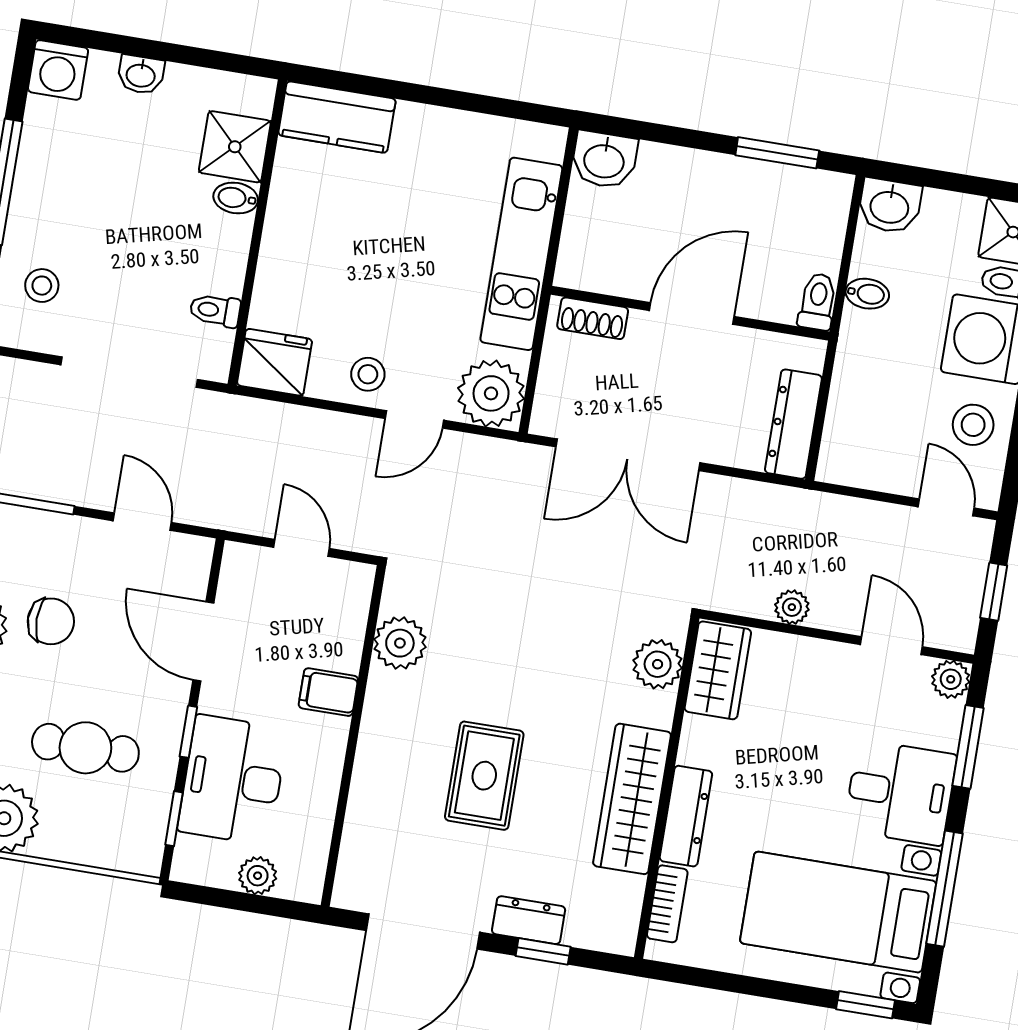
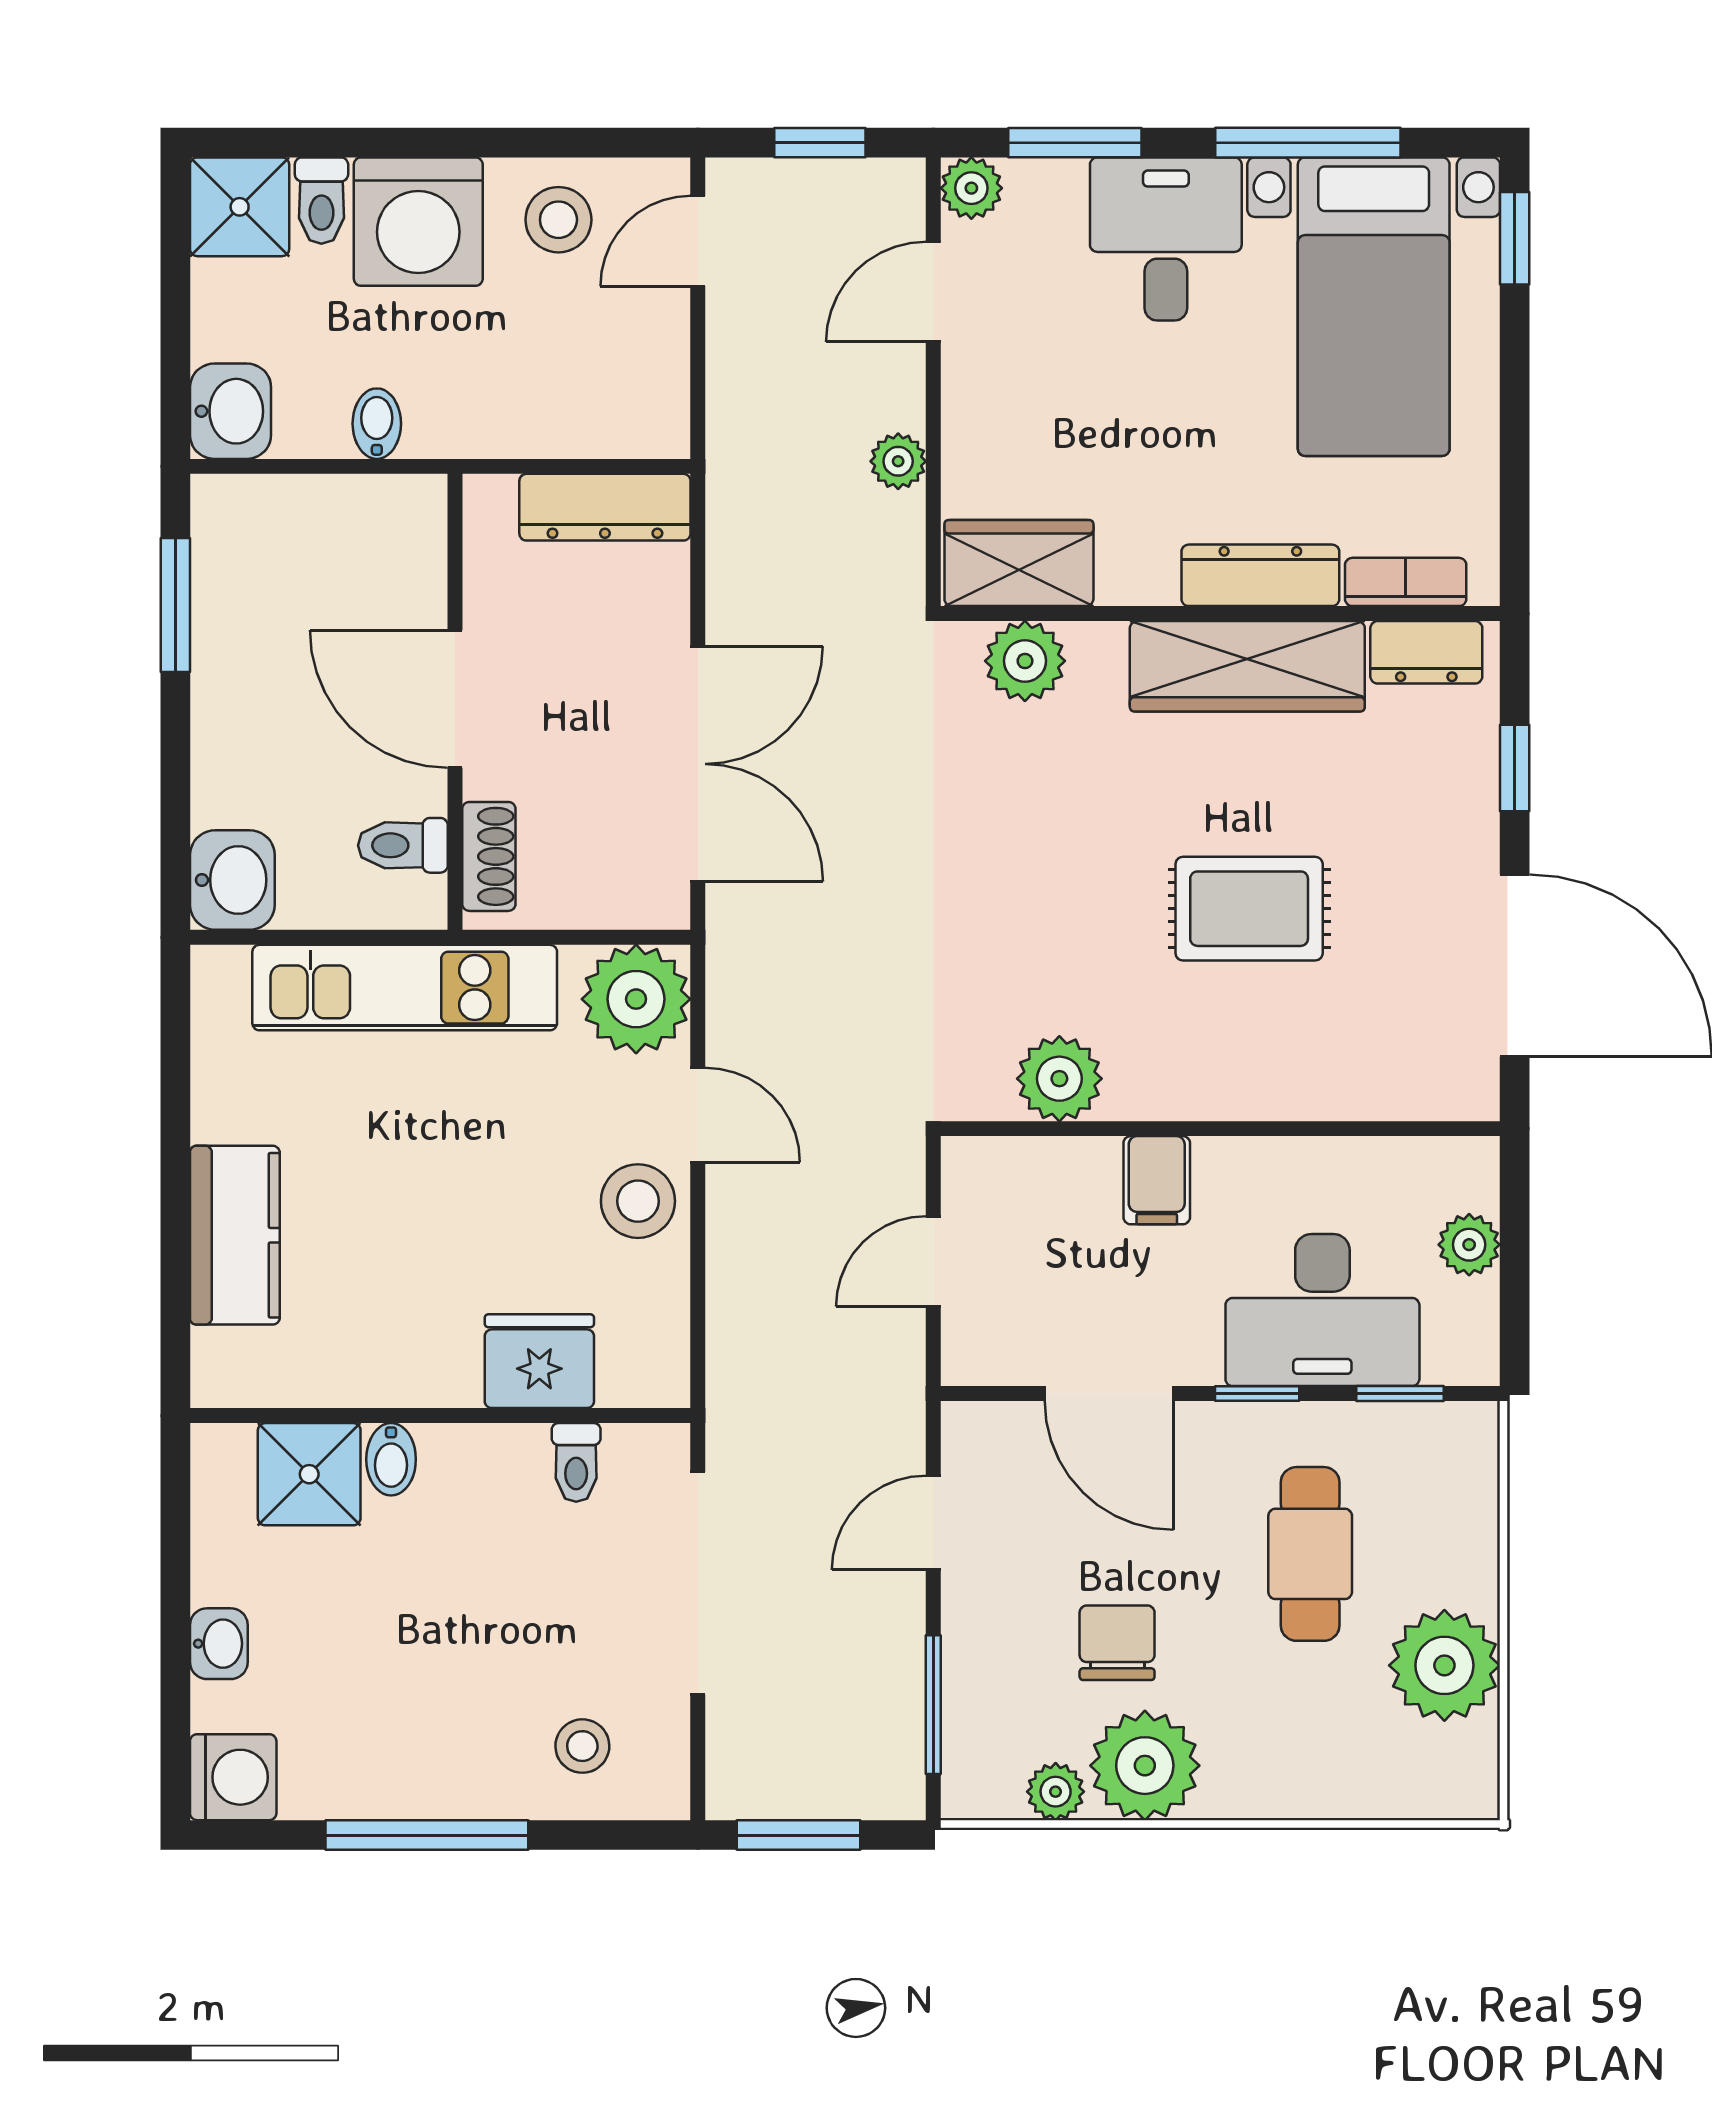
kitchen counter: (337, 117) -> (235, 1235), moved
toilet: (817, 302) -> (403, 845), moved
fridge: (275, 362) -> (539, 1361), moved, turned 90
stool: (368, 374) -> (638, 1201), width x1.37, depth x1.37
door: (203, 642) -> (1109, 1394), hinge flipped
dresser: (529, 920) -> (1426, 652), moved, turned -90

